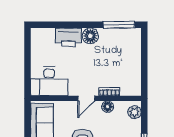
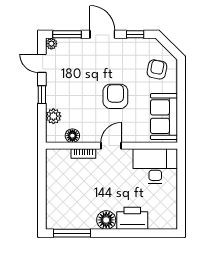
floor lamp: (108, 107) -> (72, 136), moved
plant: (135, 112) -> (53, 116), moved

